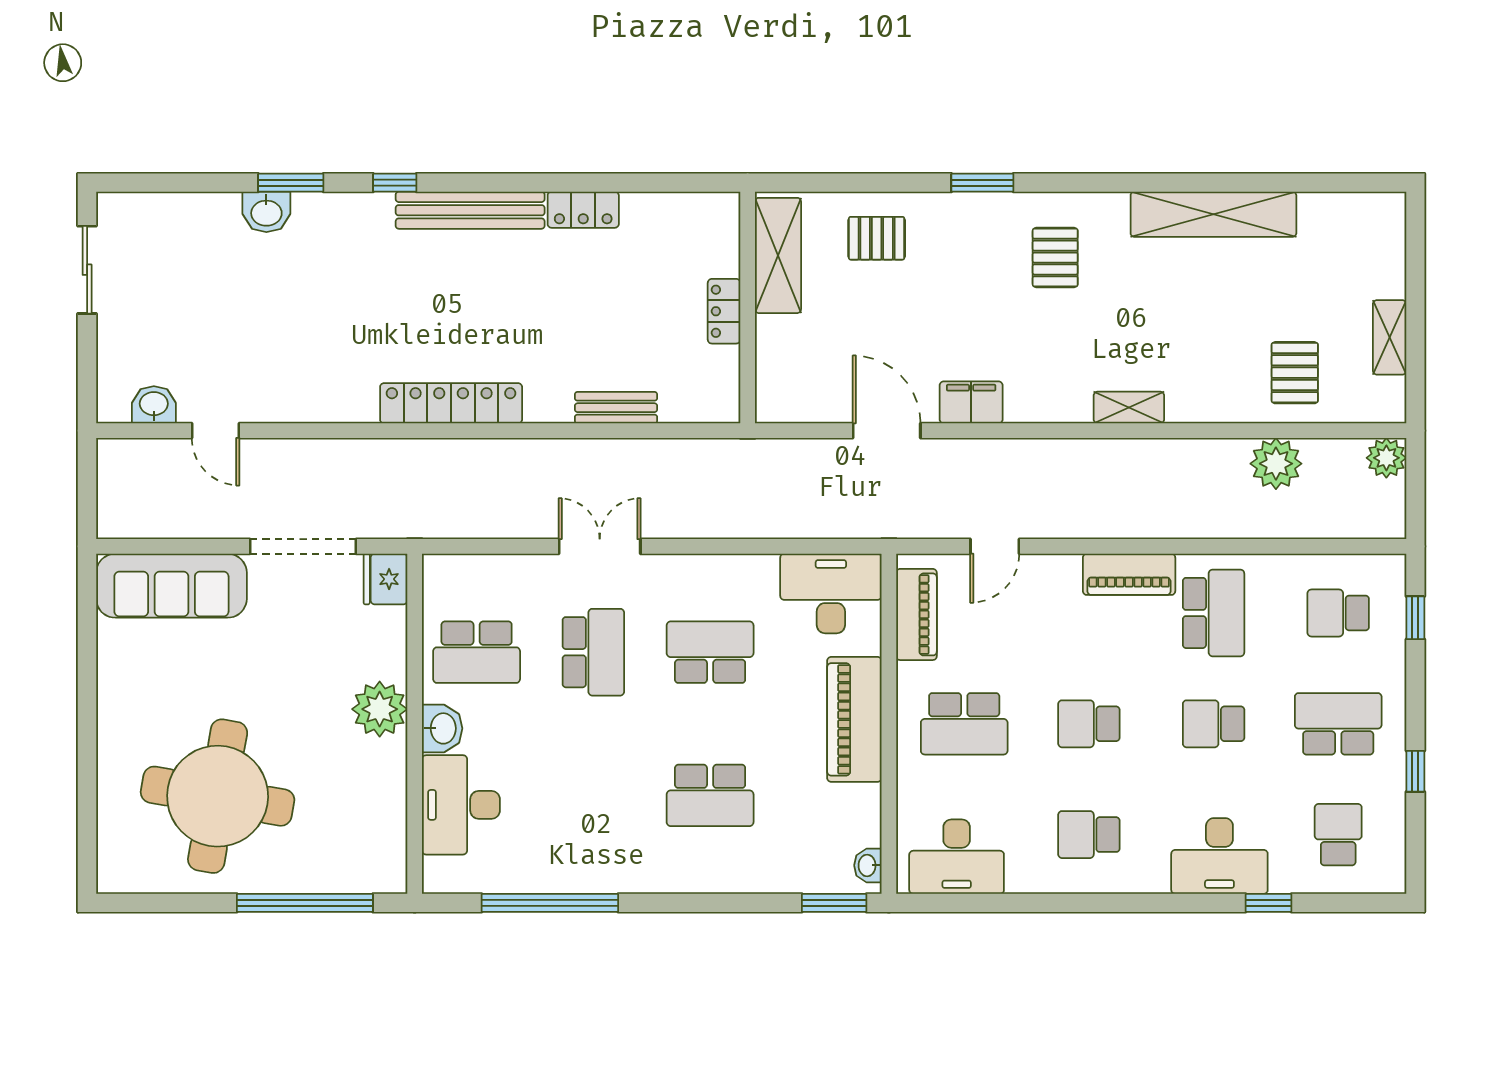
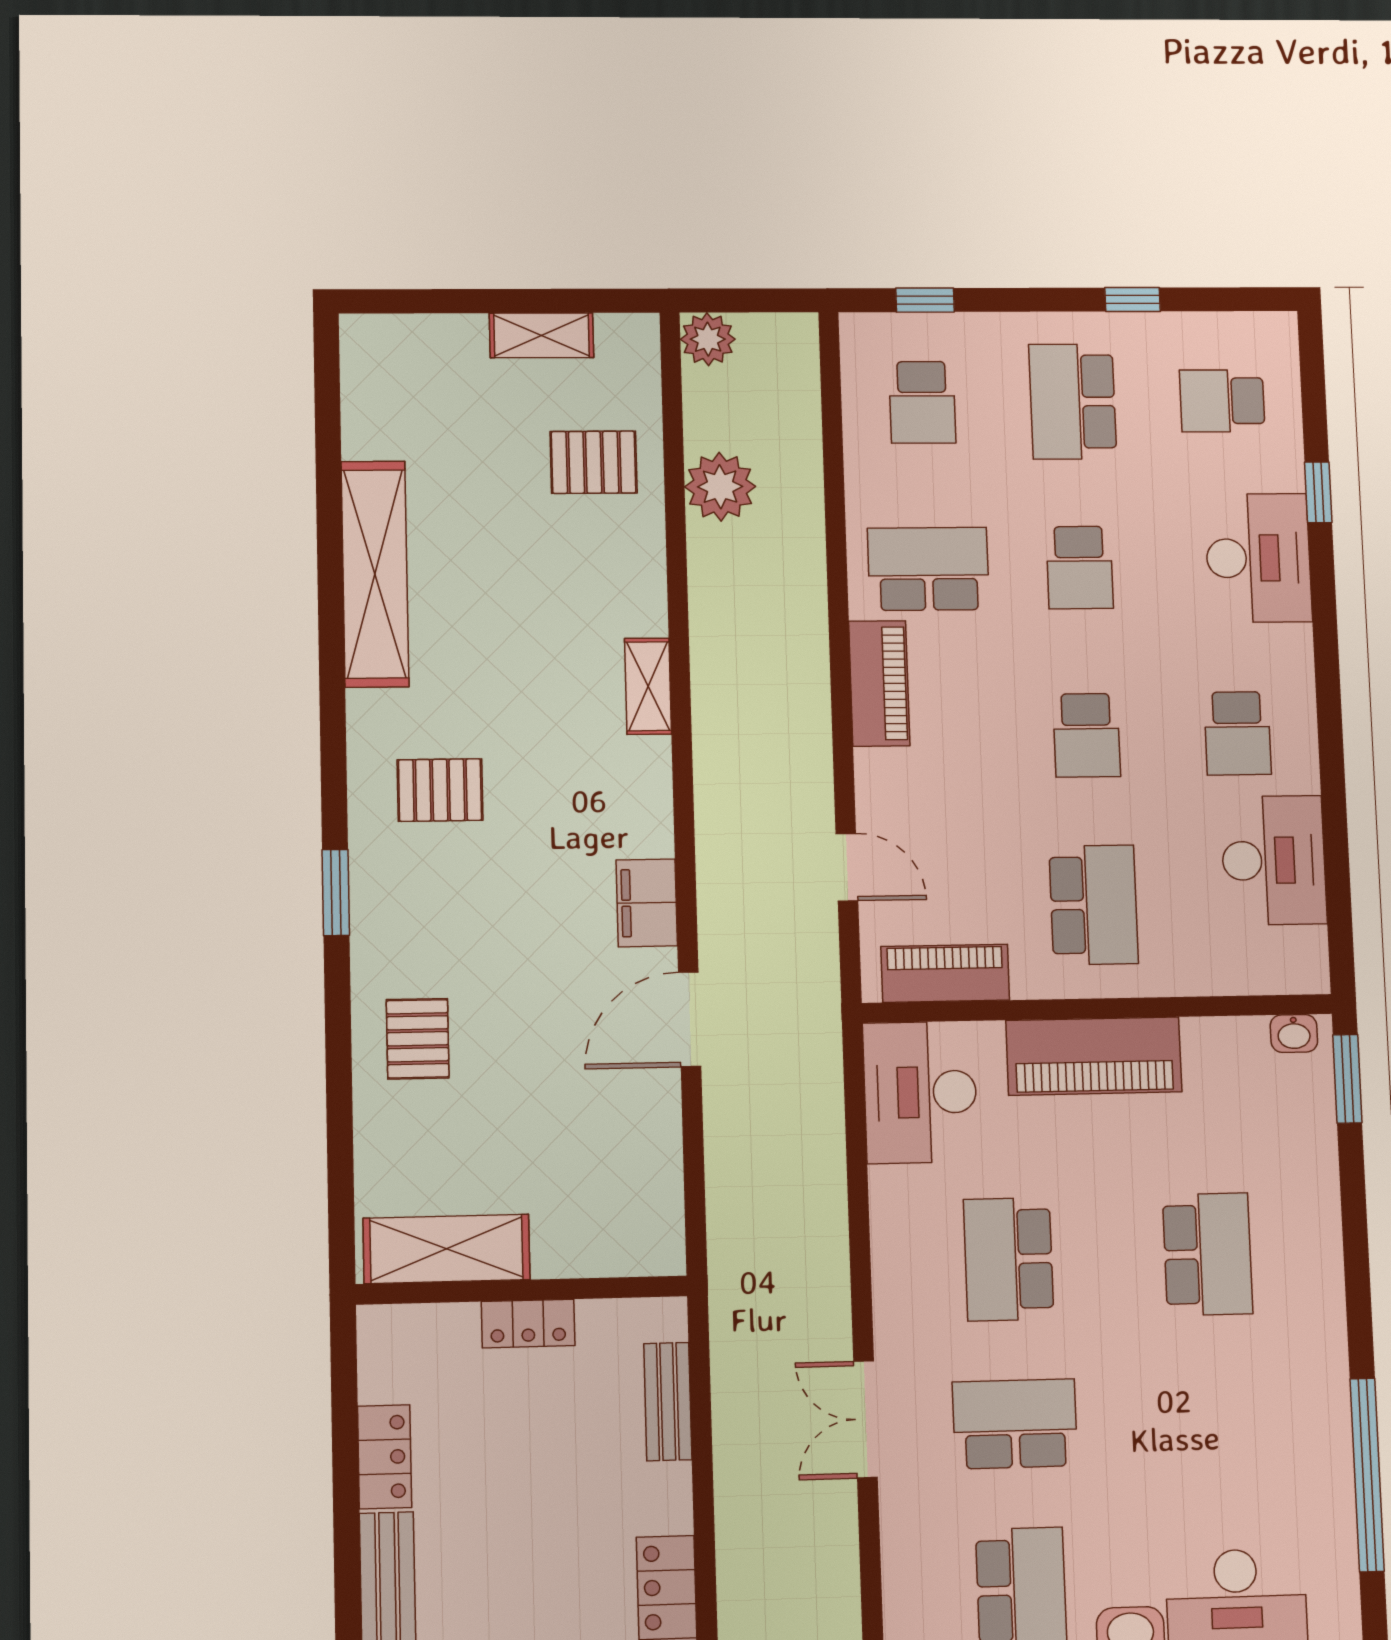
shelving: (778, 255) -> (446, 1249), moved
wall: (748, 308) -> (522, 1290), moved
locker: (724, 311) -> (528, 1323), moved
desk: (957, 857) -> (1274, 860), moved

